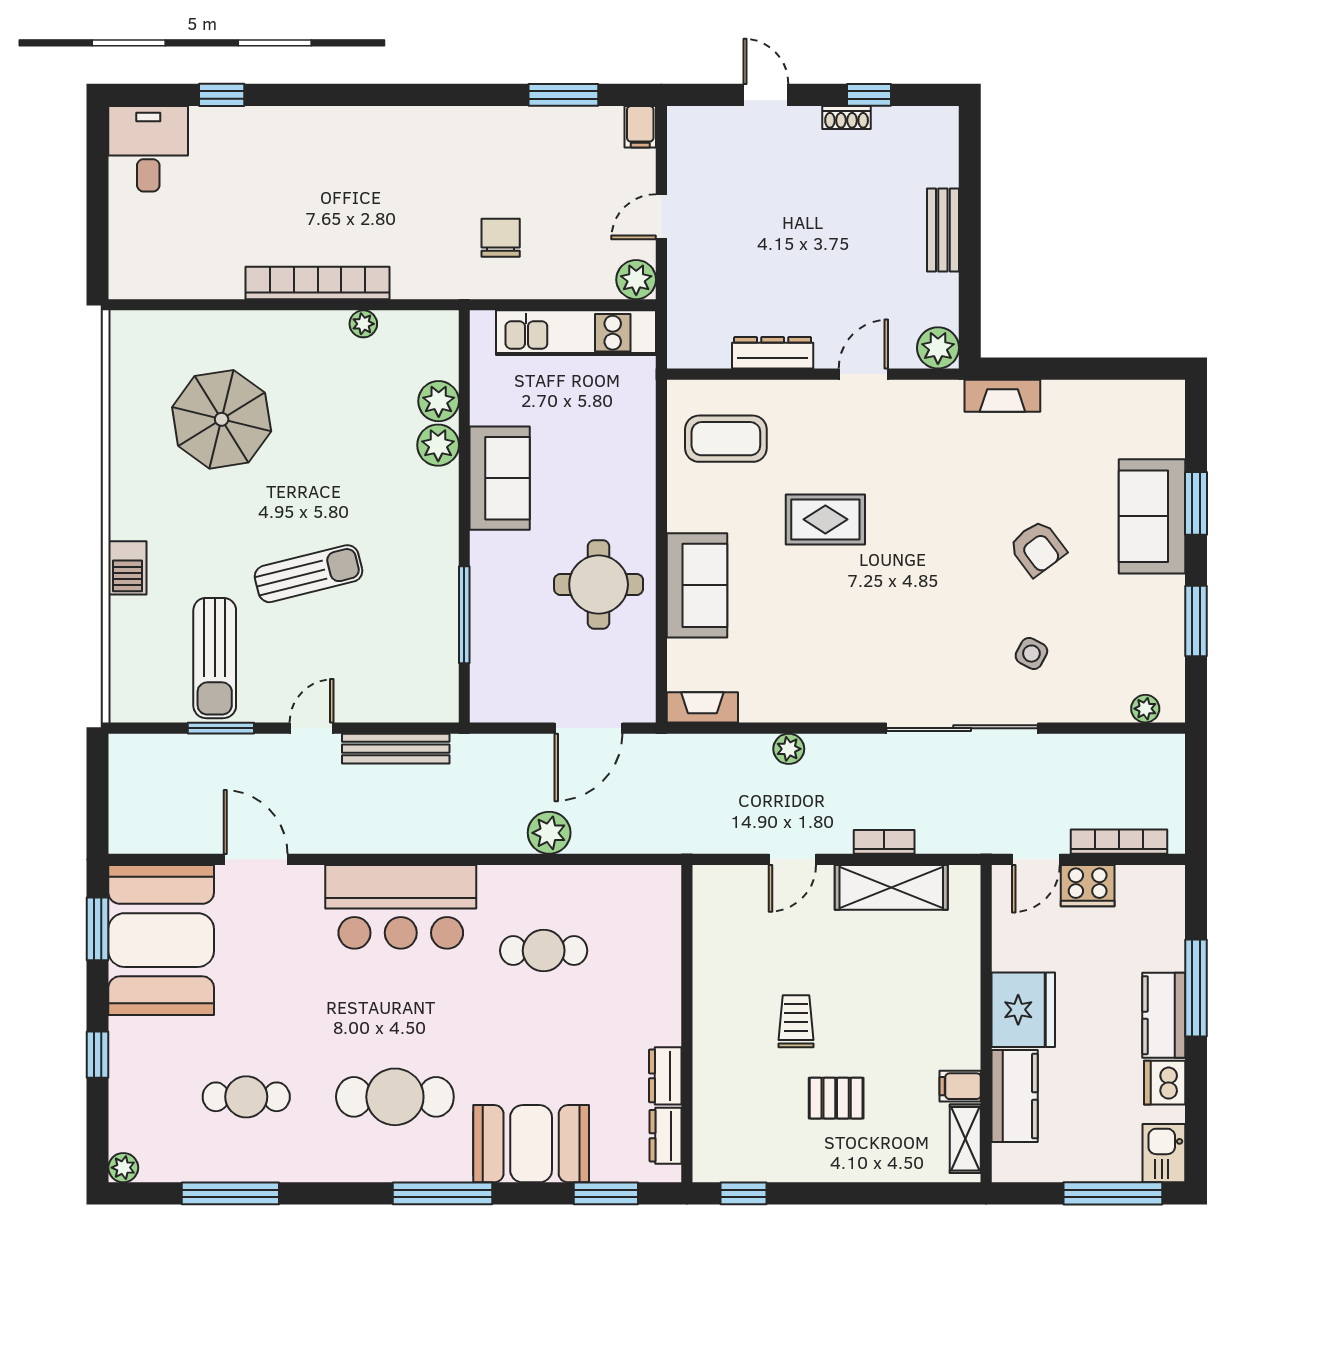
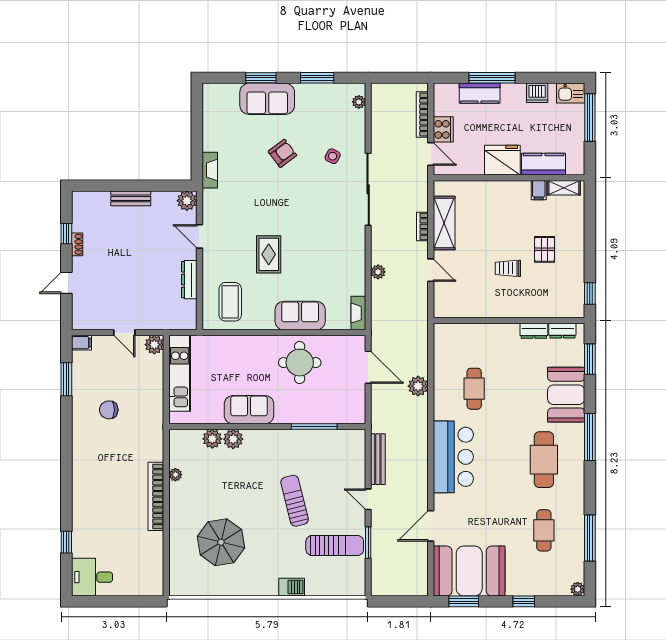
chair: (501, 238) -> (109, 410), moved
kitchen counter: (1164, 1015) -> (480, 93), moved

